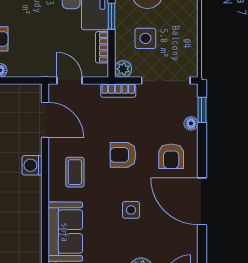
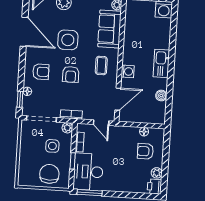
door: (45, 120) -> (118, 99), swing flipped
armchair: (123, 155) -> (71, 74), turned 90
armchair: (171, 156) -> (41, 72), turned 90
door: (202, 201) -> (24, 32), moved
side table: (131, 210) -> (68, 40), width x1.87, depth x1.87

